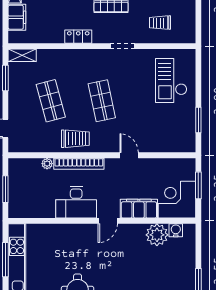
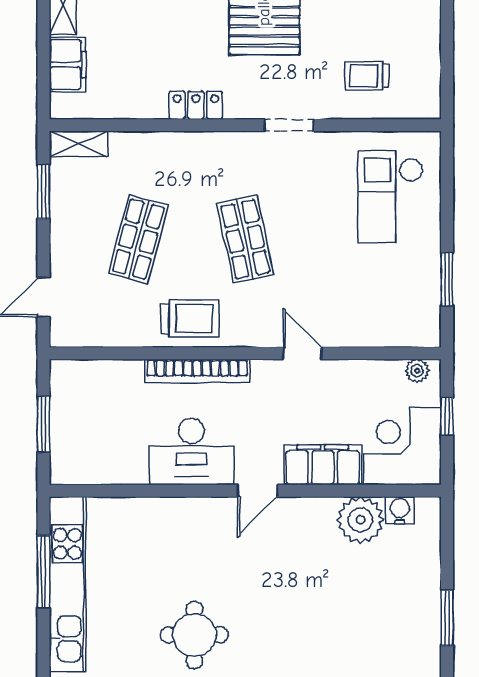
shop shelf: (51, 101) -> (138, 239), turned 30
plant: (47, 164) -> (417, 371), moved
window: (198, 185) -> (447, 416), width x0.67

